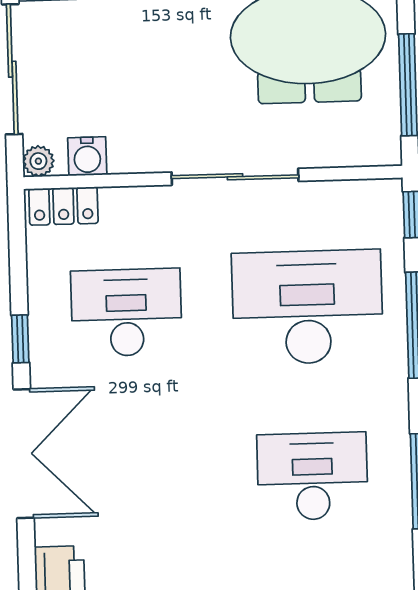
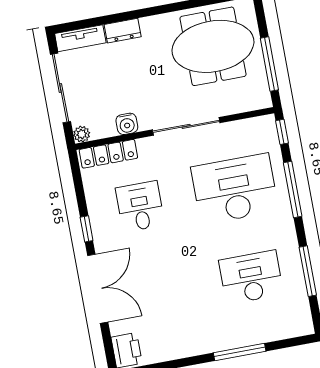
water cooler: (87, 156) -> (127, 124), moved
locker: (63, 206) -> (108, 154), width x1.53
desk: (126, 312) -> (140, 206), width x0.73

